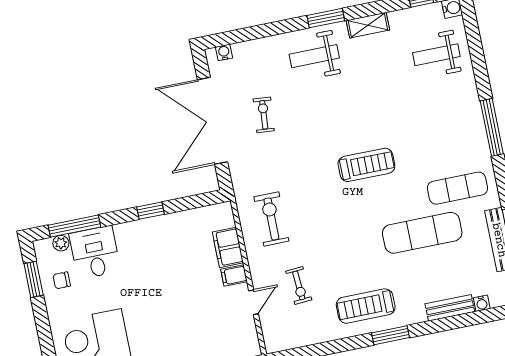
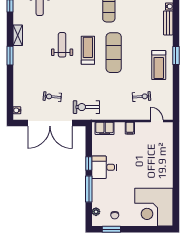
weight bench: (314, 56) -> (62, 45), moved, turned 180
exercise bike: (271, 219) -> (86, 107), moved
window: (74, 226) -> (89, 189), moved
exercise mat: (422, 233) -> (114, 53), moved
filing cabinet: (228, 247) -> (105, 128), moved
desk: (95, 252) -> (104, 167), moved
door: (254, 302) -> (157, 121), moved

